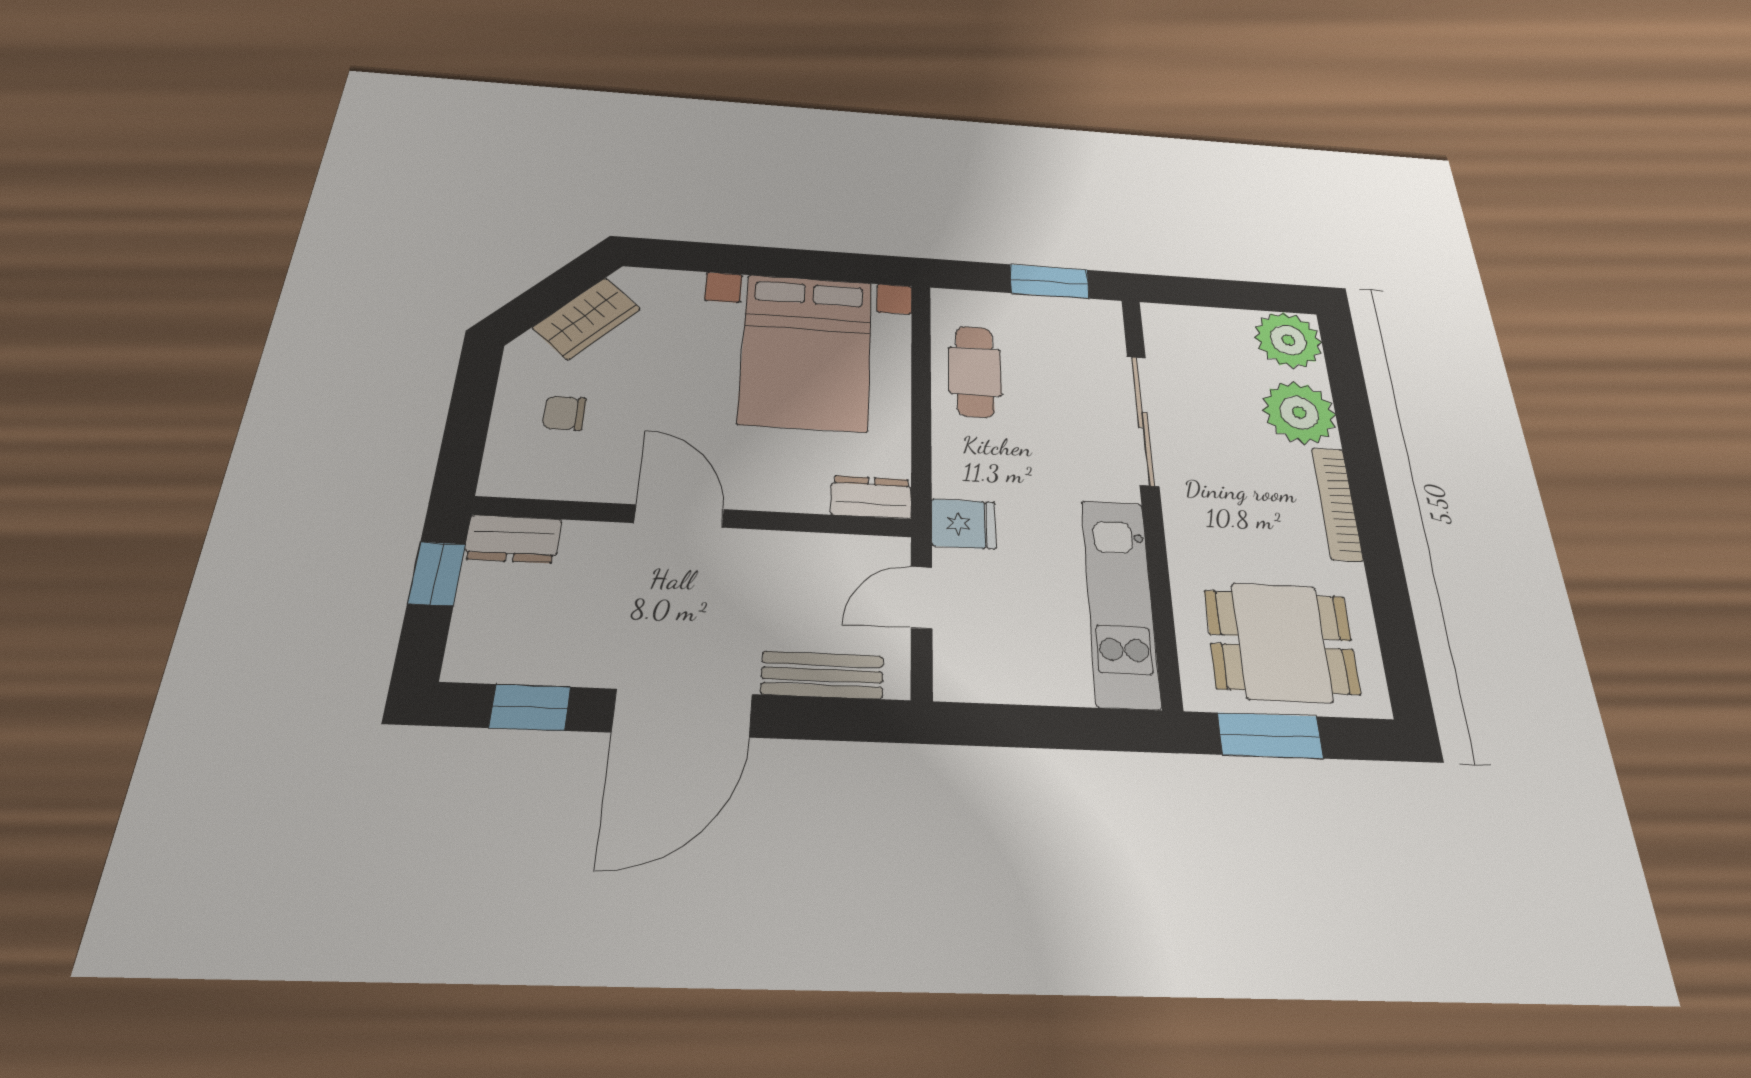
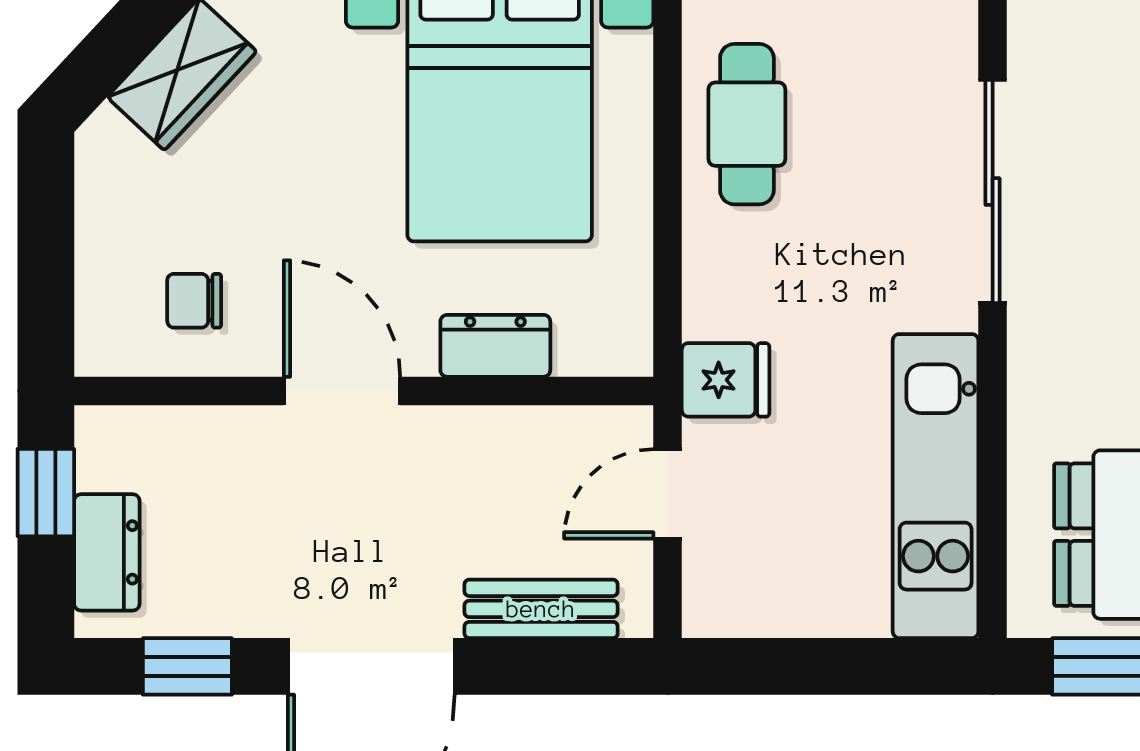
chair: (564, 413) -> (194, 301), moved
dresser: (871, 497) -> (495, 346), moved
dresser: (513, 539) -> (107, 552), moved, turned -90

